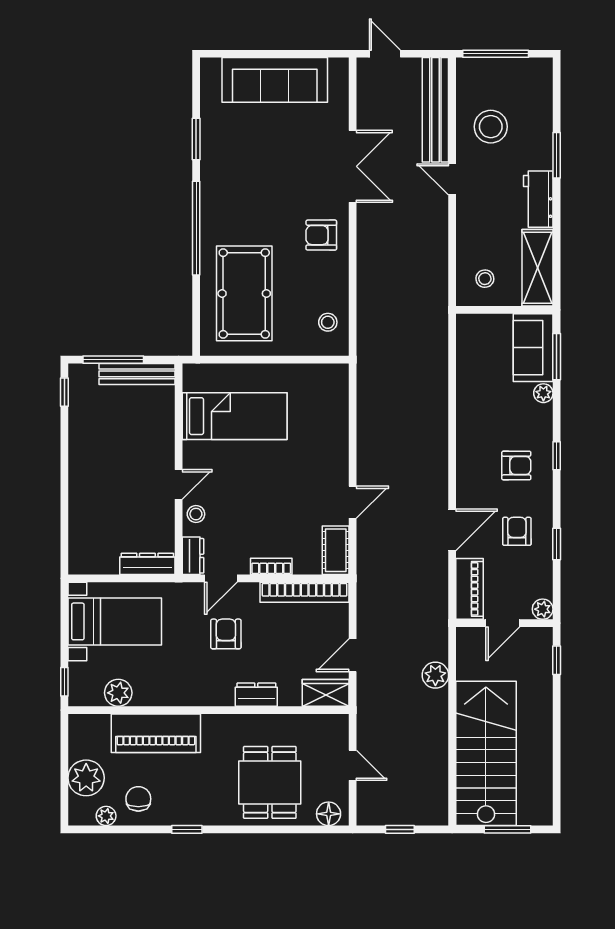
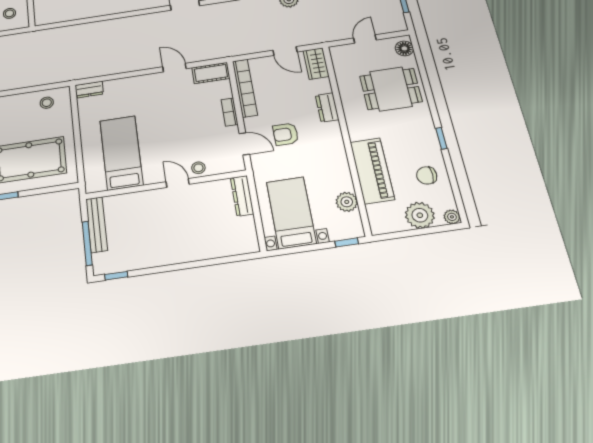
dresser: (193, 556) -> (89, 90), moved, turned 180
plant: (106, 816) -> (452, 217), moved

